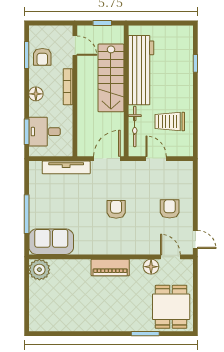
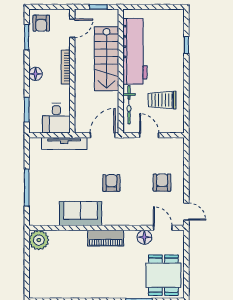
door: (75, 46) -> (72, 28), hinge flipped
armchair: (42, 57) -> (41, 23), moved
desk: (45, 132) -> (56, 118), moved, turned -90
sofa: (51, 242) -> (81, 214), moved

